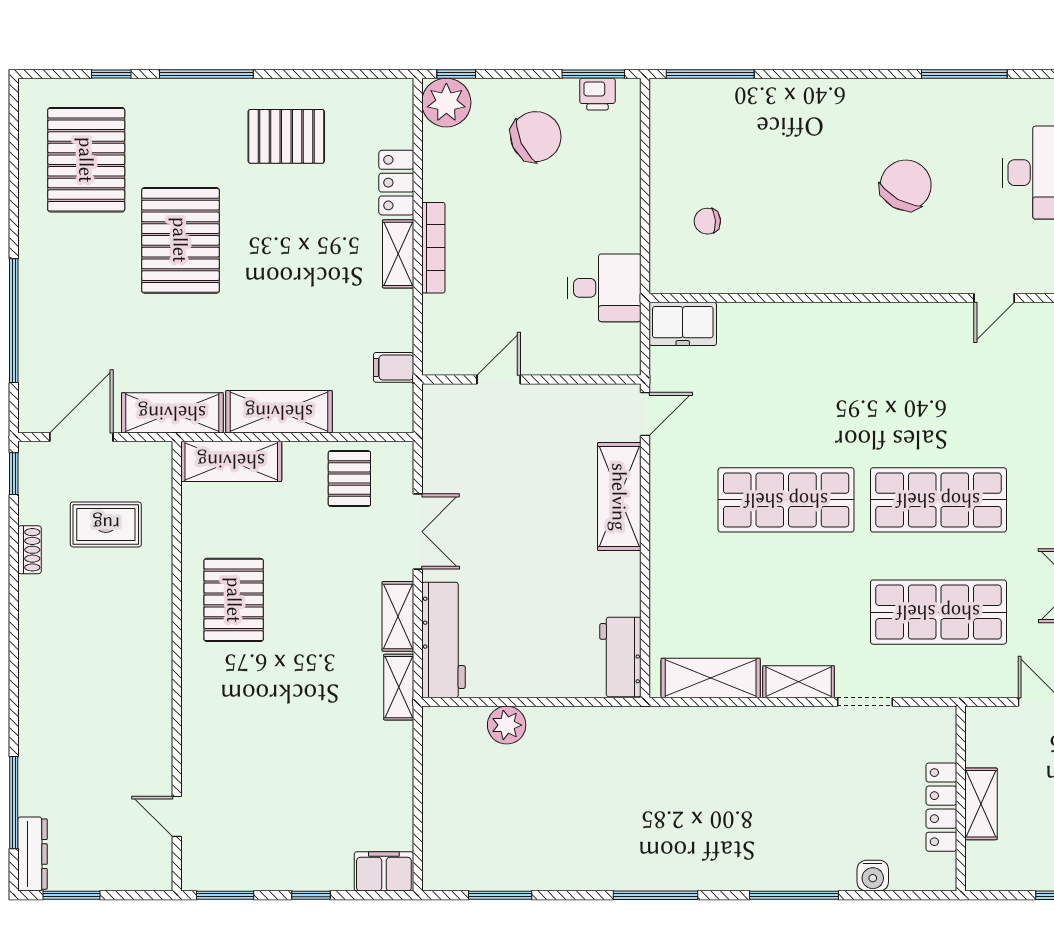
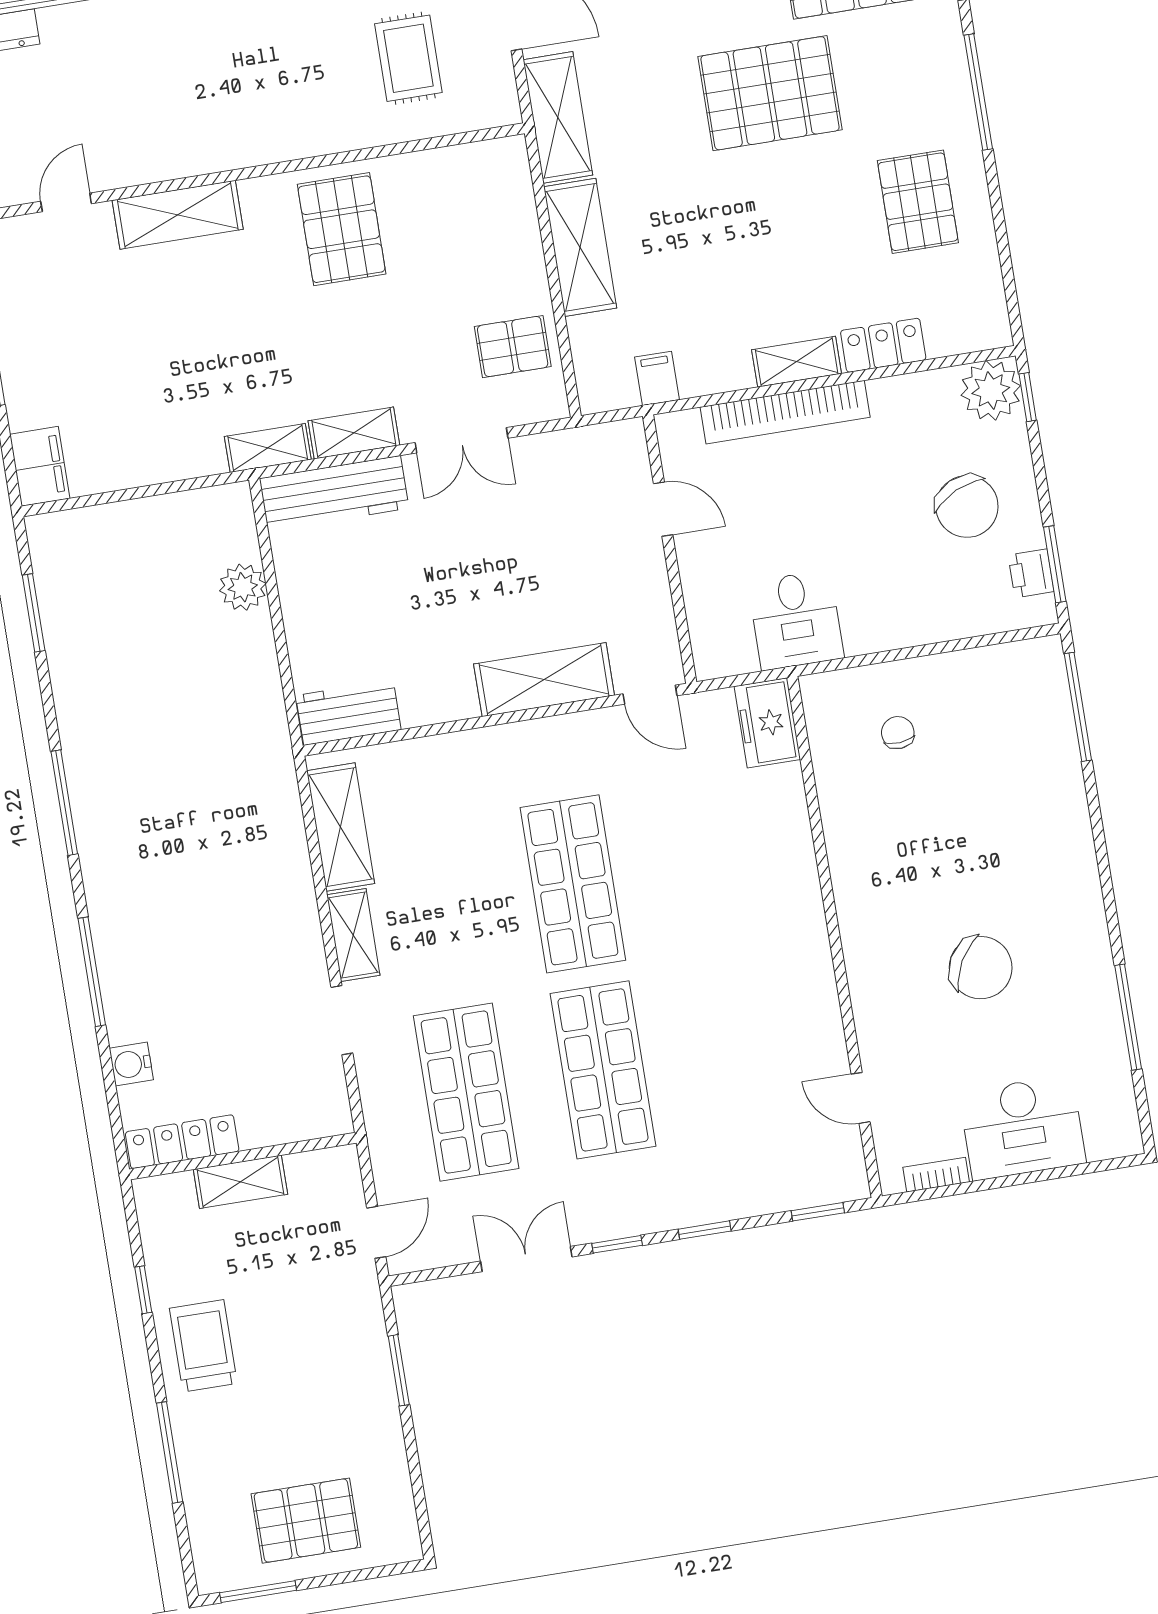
bookcase: (433, 248) -> (785, 412), width x1.48, depth x1.31
shelving: (231, 461) -> (178, 215), moved, turned 90
pallet: (234, 600) -> (342, 229), turned 90
locker: (941, 807) -> (182, 1142), moved

